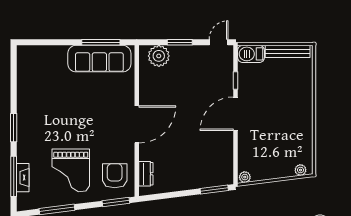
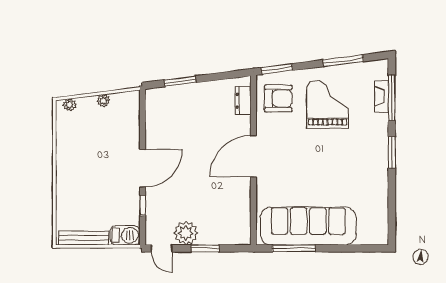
door: (219, 42) -> (162, 248), hinge flipped
plant: (159, 56) -> (186, 233), moved
sofa: (99, 59) -> (308, 226), width x1.36, depth x1.27
armchair: (115, 176) -> (278, 98), turned -90
plant: (245, 177) -> (103, 101), moved
window: (214, 190) -> (180, 81), moved

